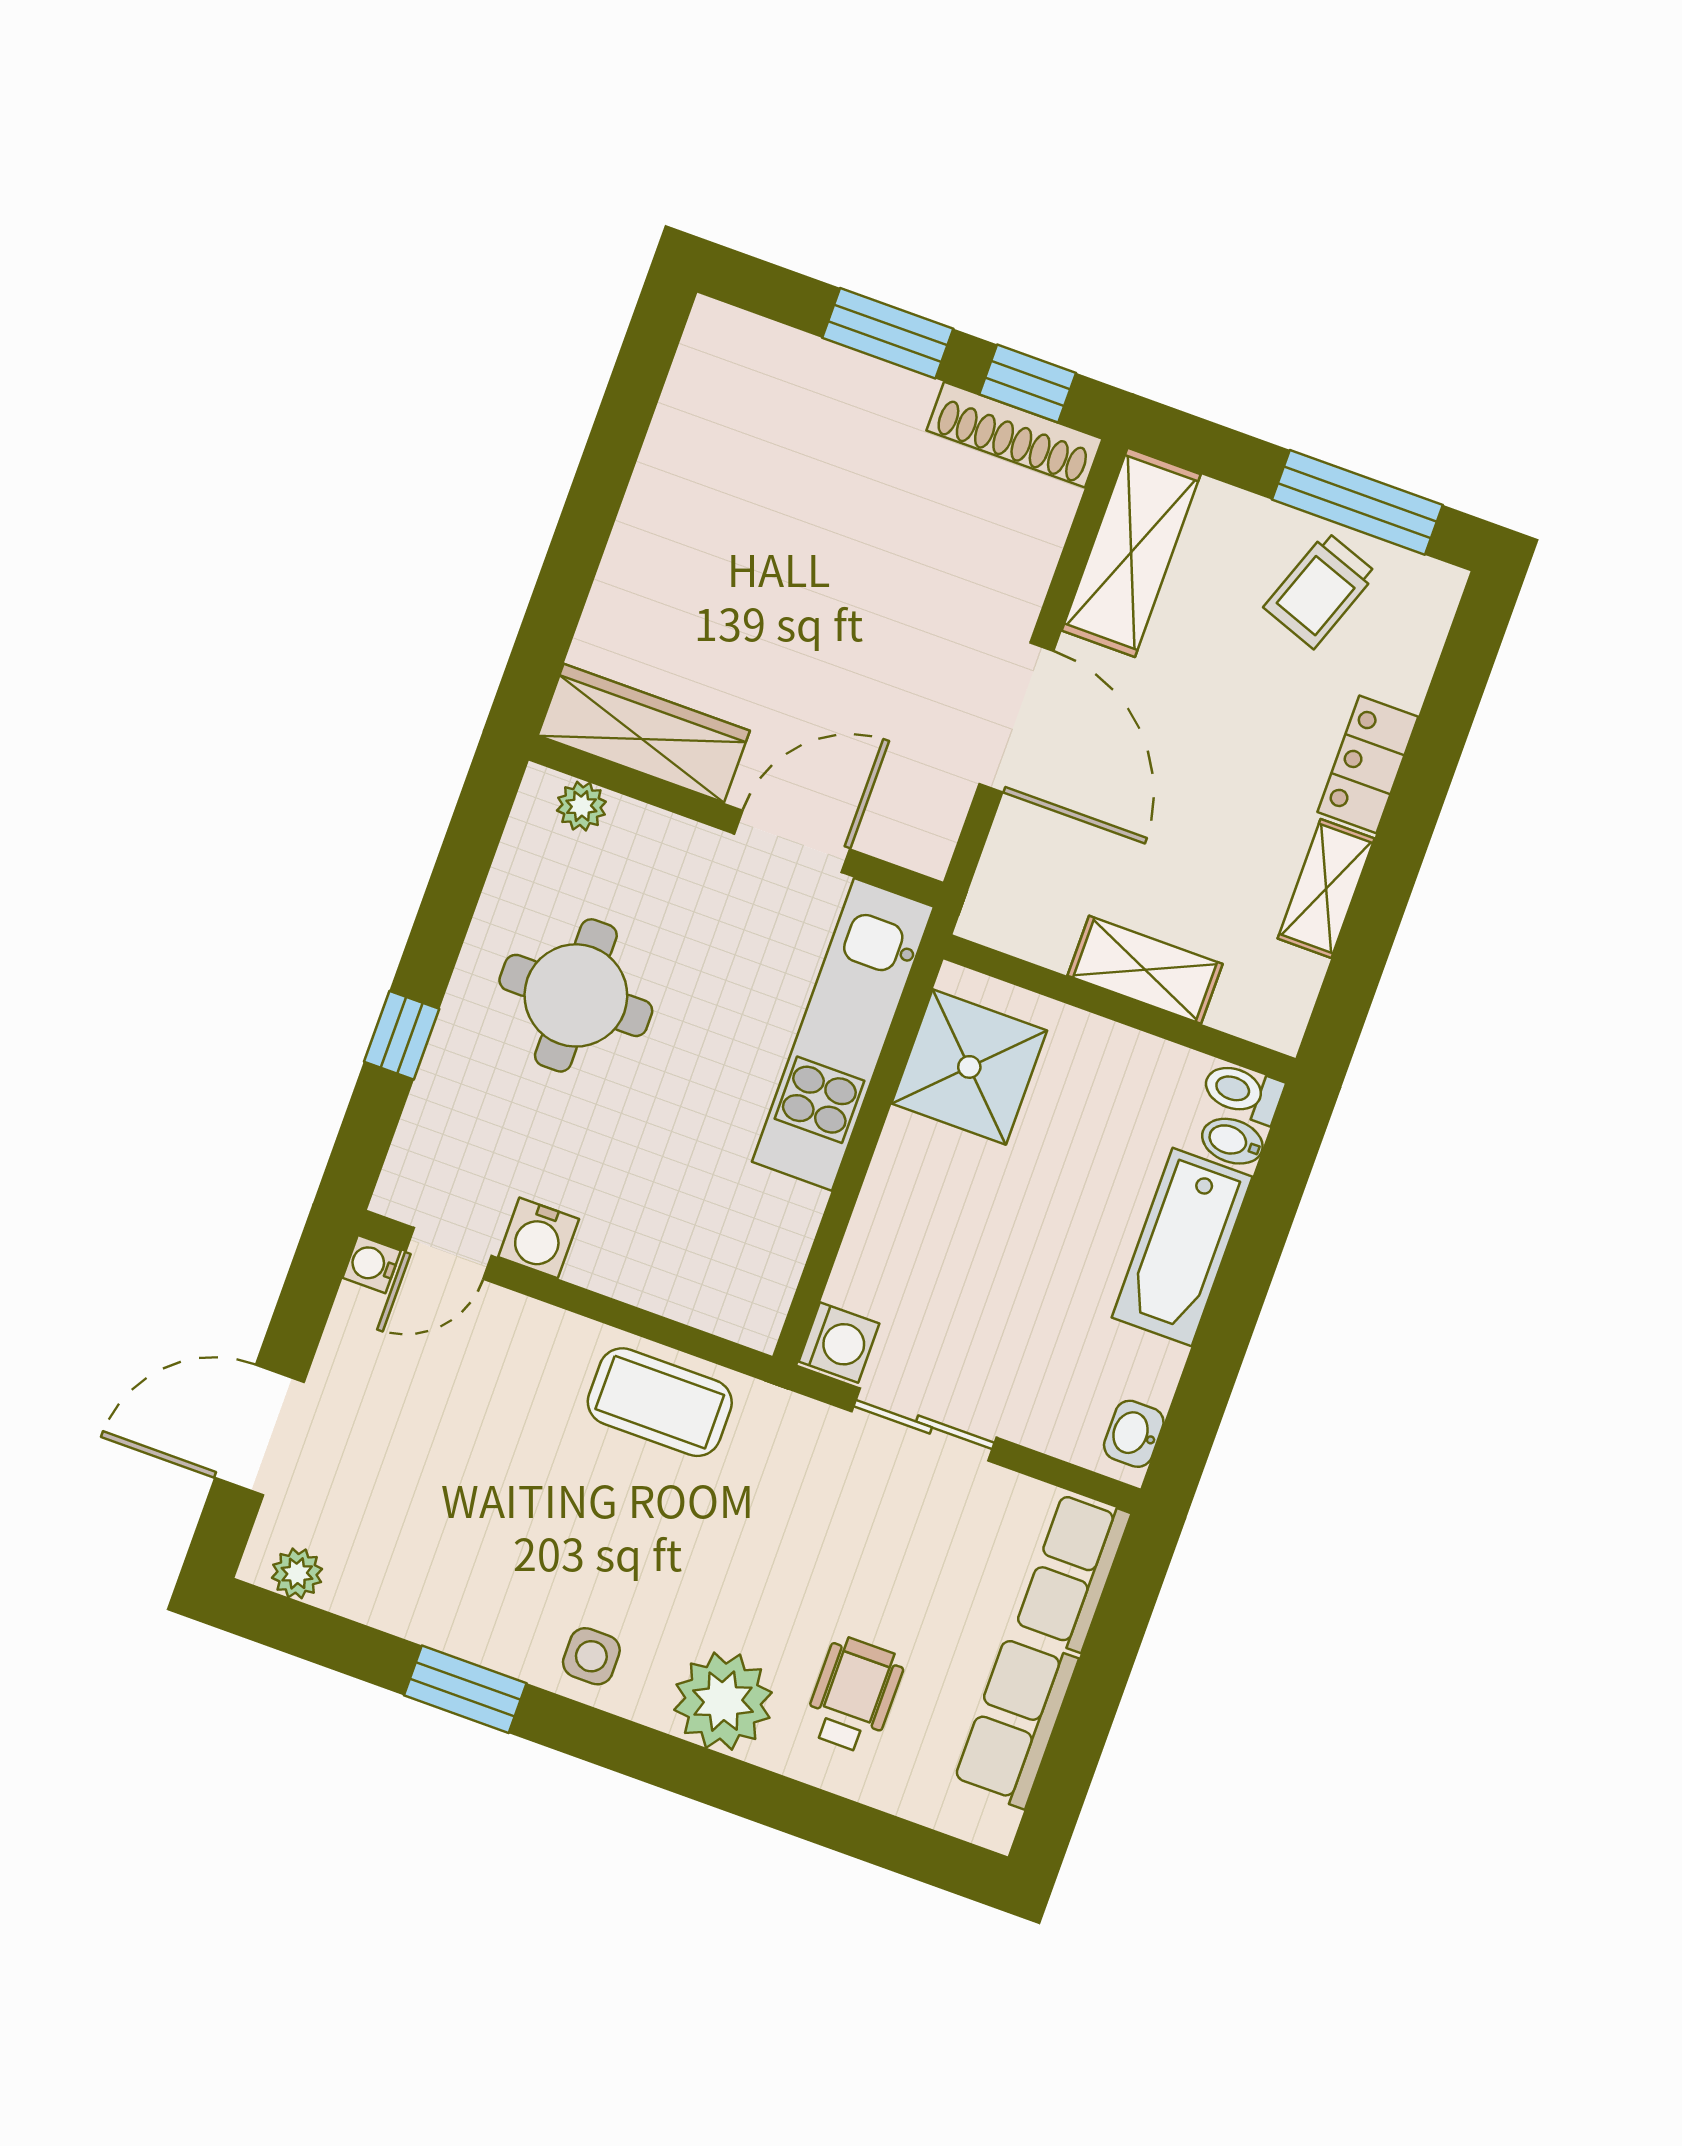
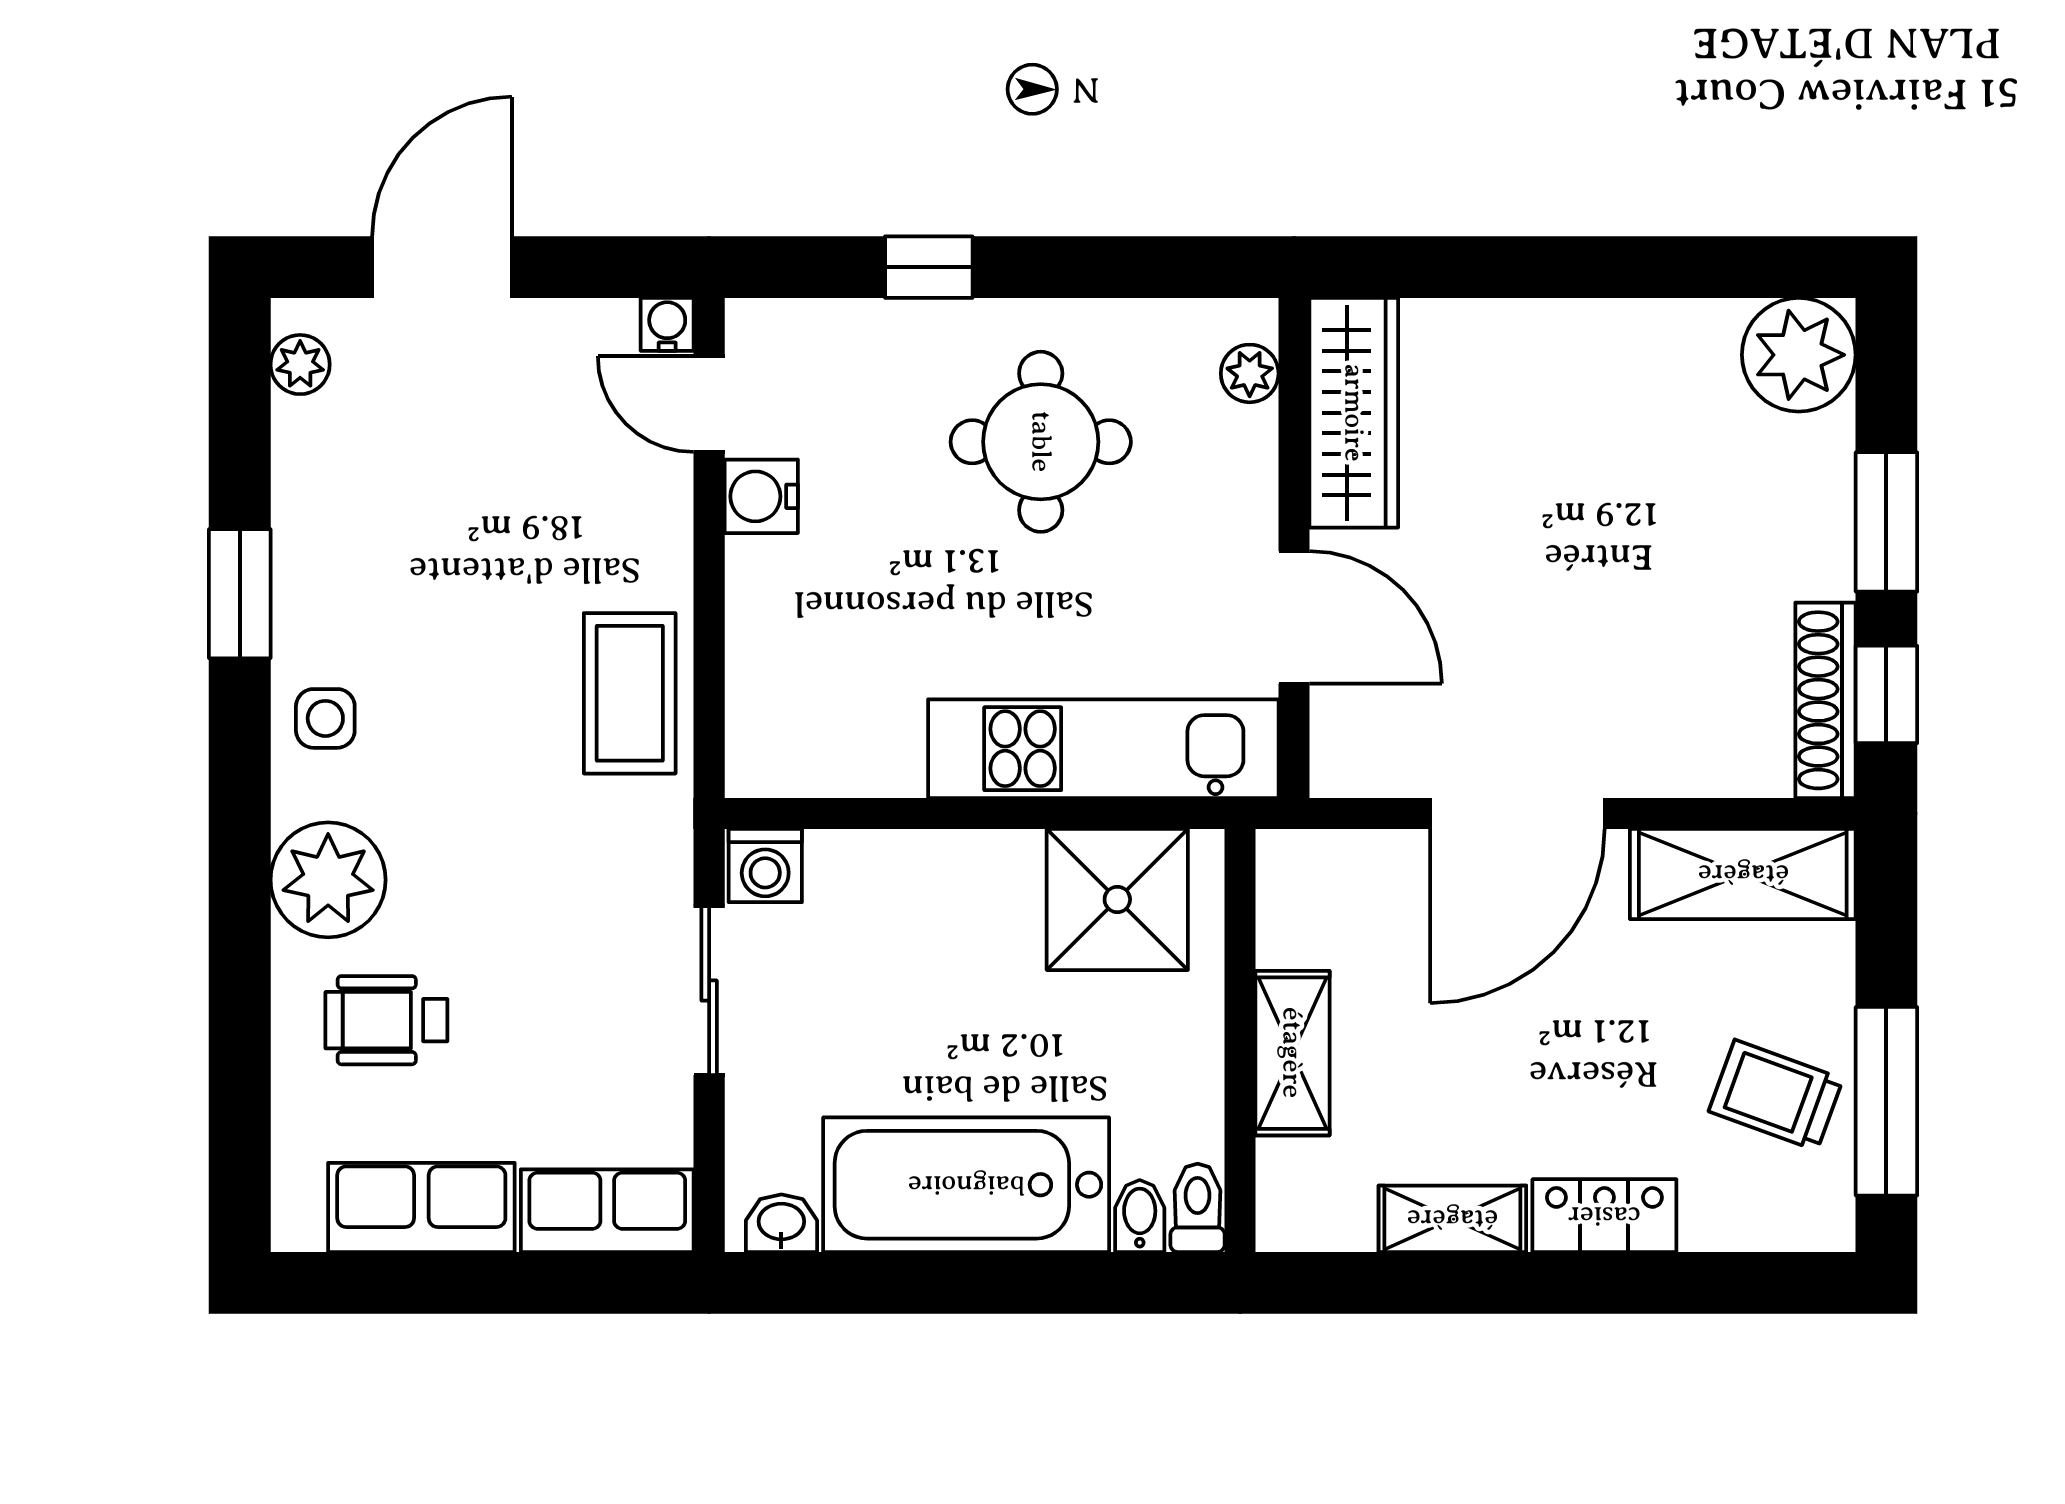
plant: (727, 355) -> (1799, 355), added
bathtub: (1182, 1247) -> (966, 1185), width x1.36, depth x1.36
door: (259, 1430) -> (442, 267), hinge flipped
wheelchair: (854, 1695) -> (386, 1020), turned 180

